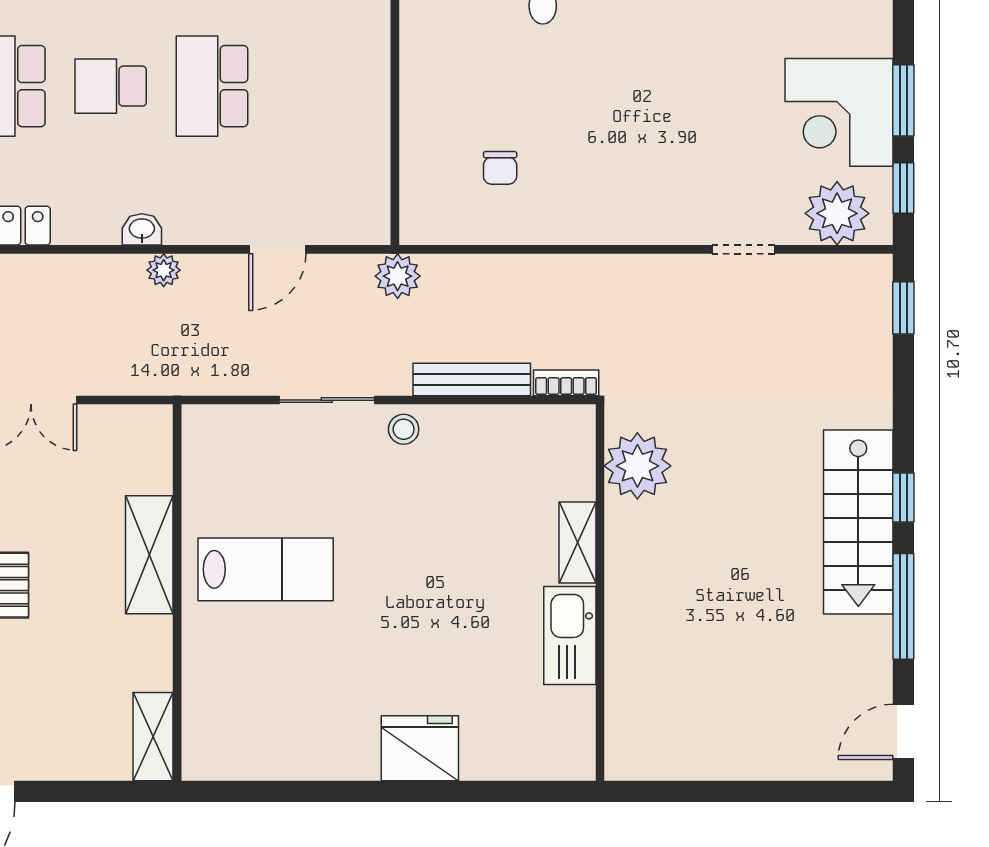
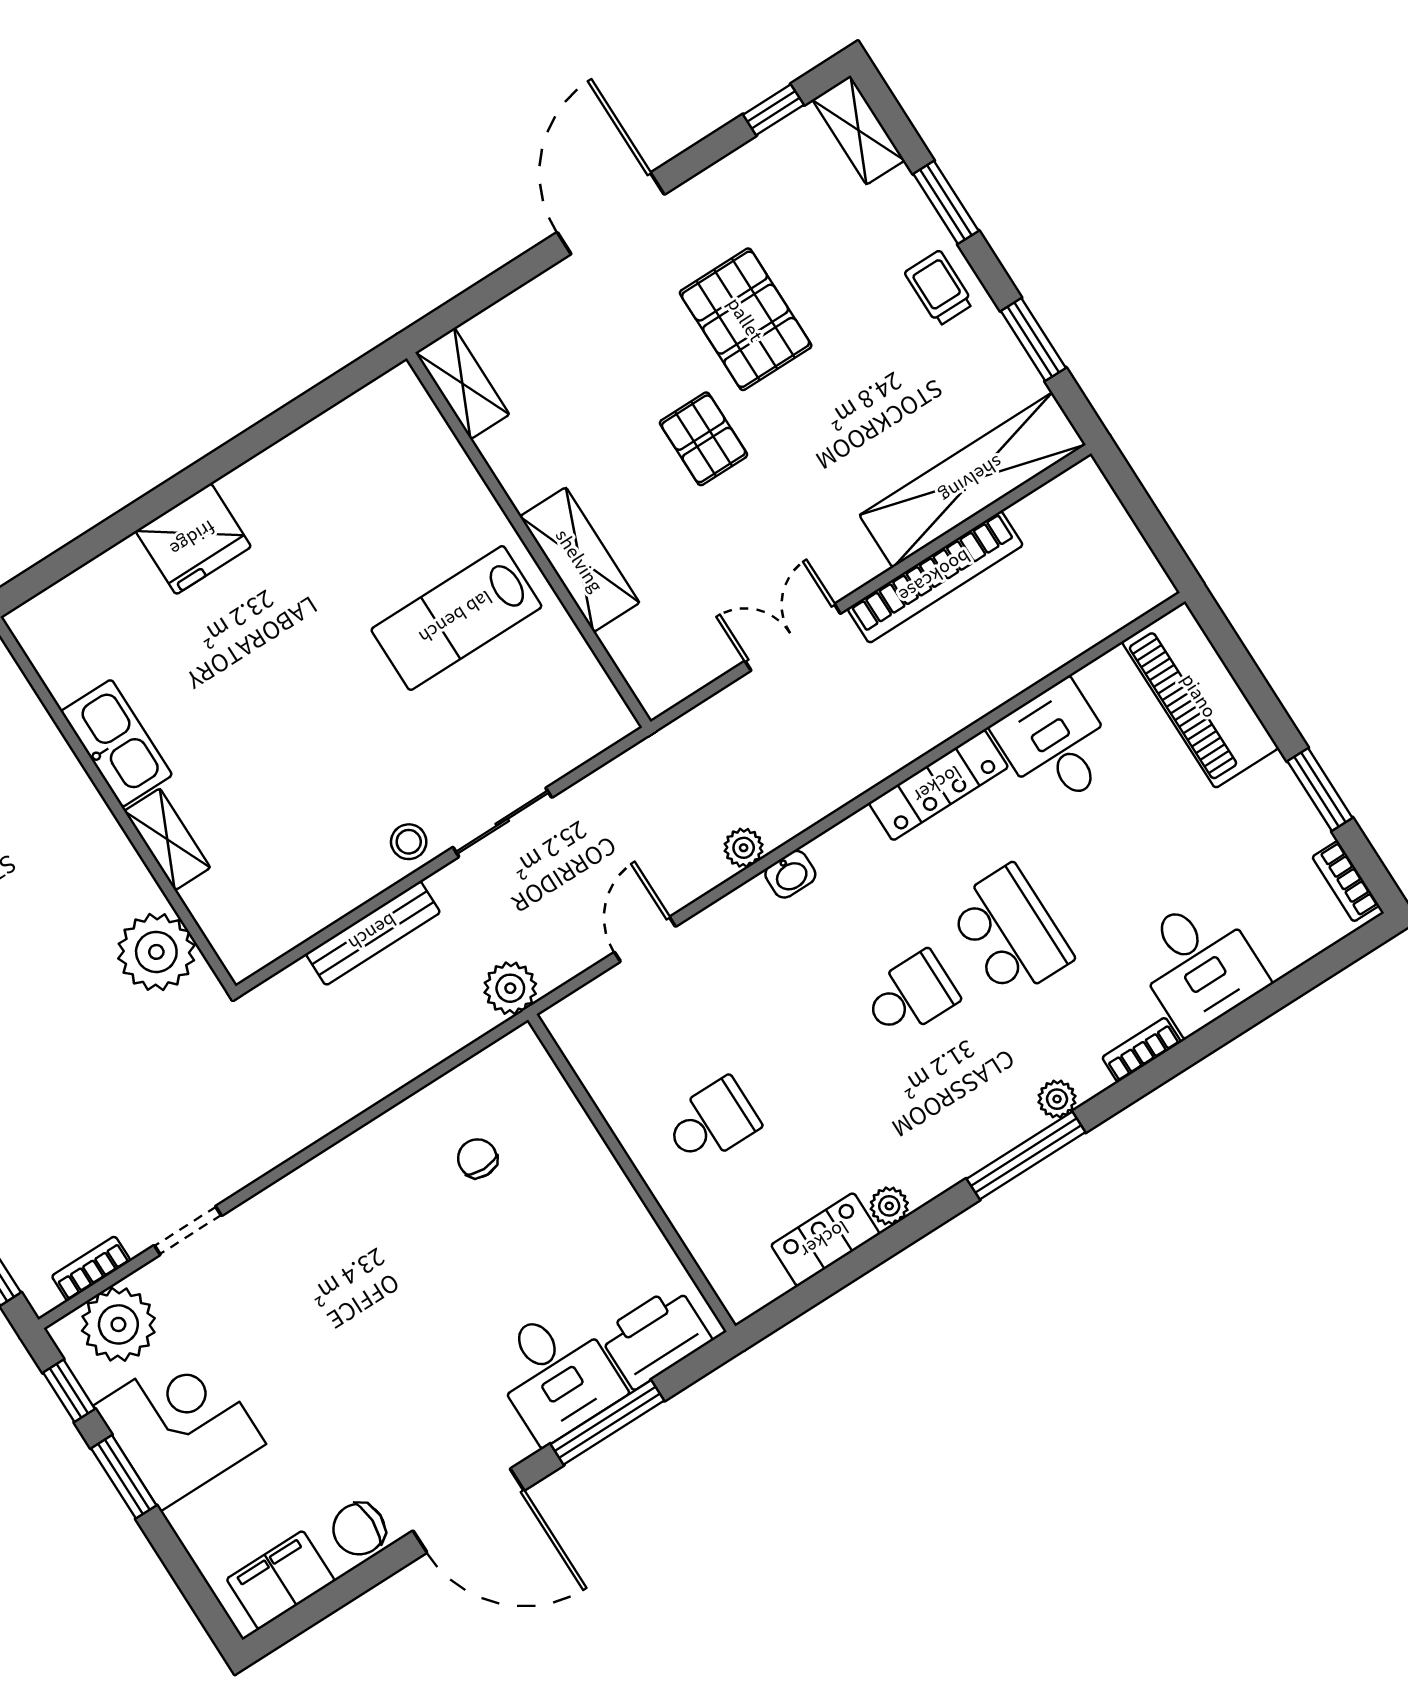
school desk: (212, 86) -> (712, 1122), moved, width x0.54
bookcase: (566, 383) -> (91, 1268), moved, turned 180

